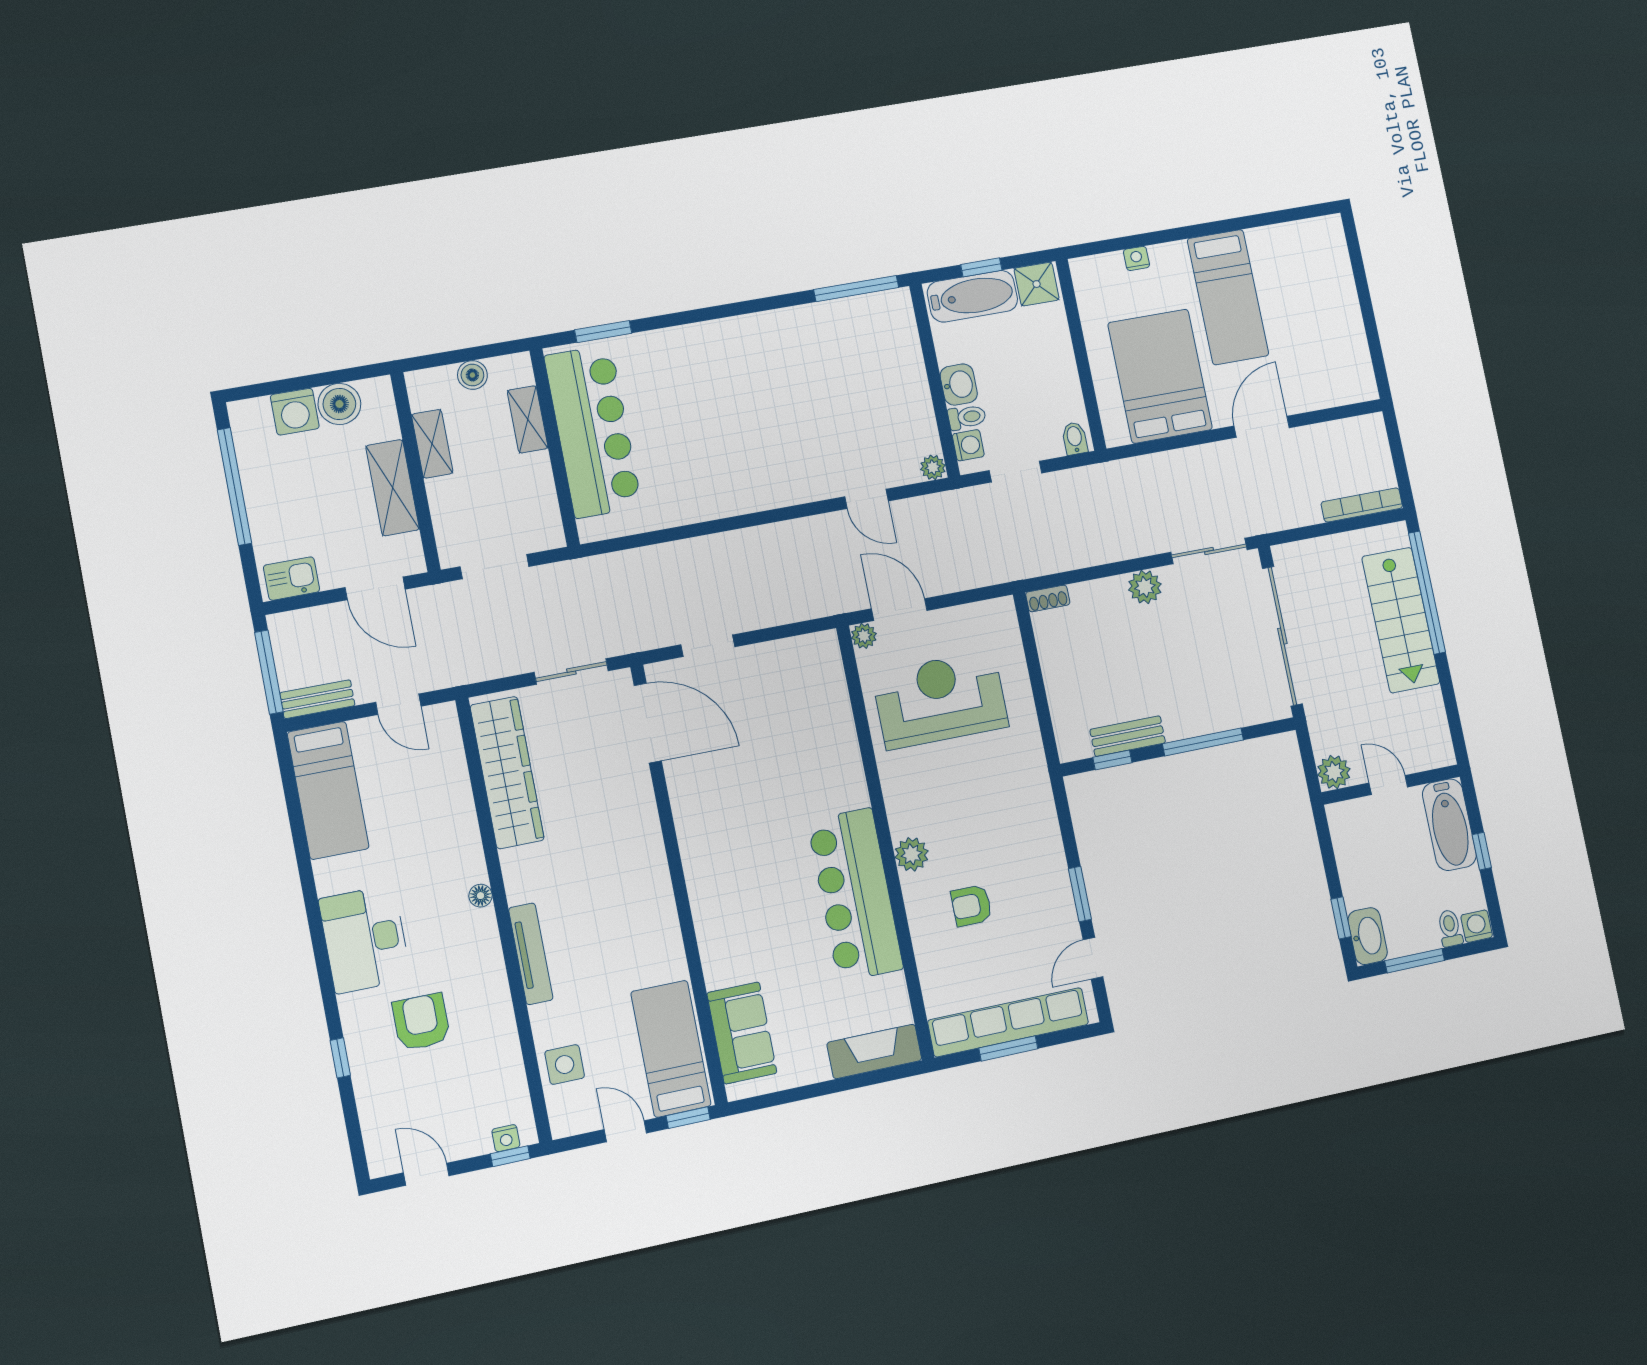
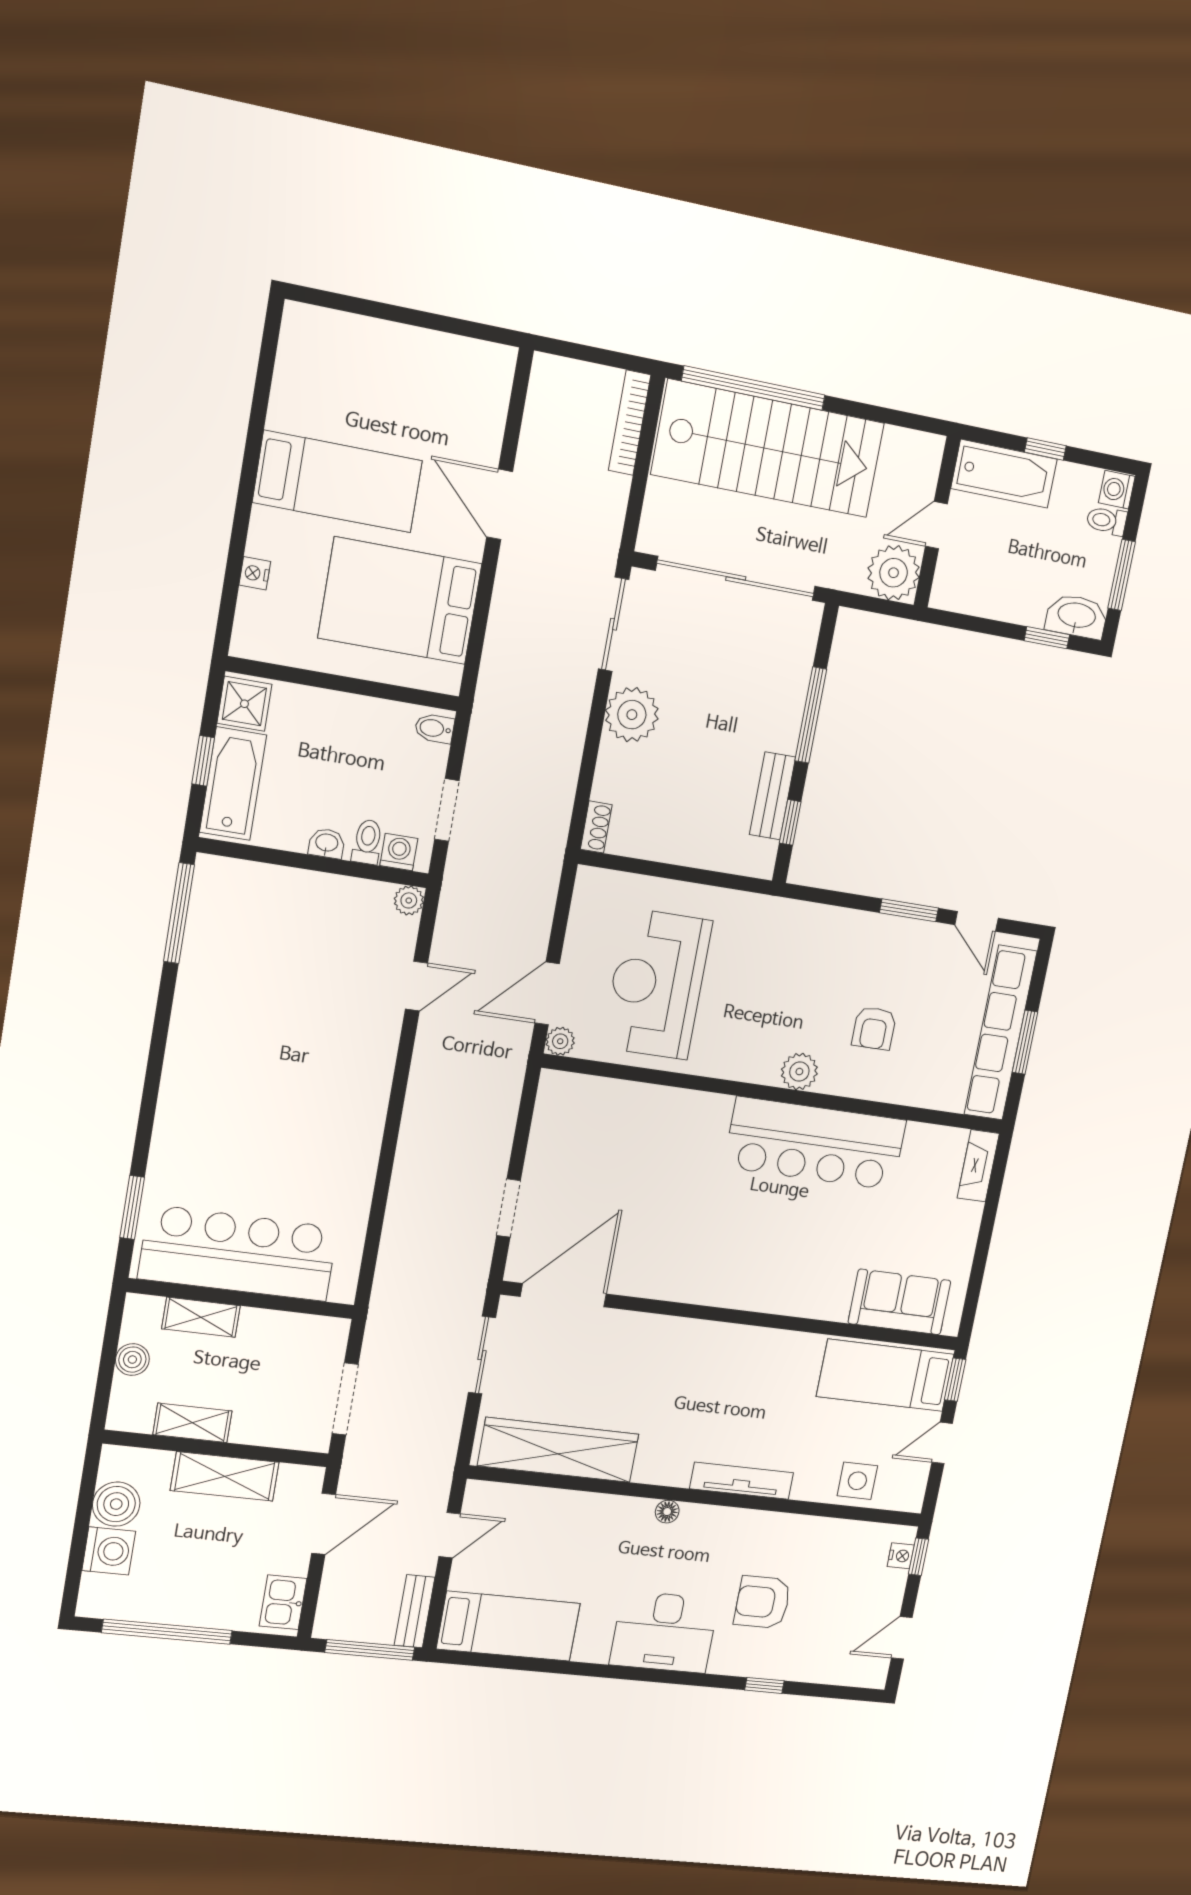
washbasin: (959, 385) -> (327, 843), width x0.72, depth x0.69
plant: (1145, 587) -> (632, 715), width x1.36, depth x1.36
stairs: (1401, 620) -> (768, 449), width x1.36, depth x1.51
plant: (1334, 772) -> (894, 573), width x1.36, depth x1.36
fireplace: (874, 1051) -> (978, 1166), width x0.73, depth x0.76

